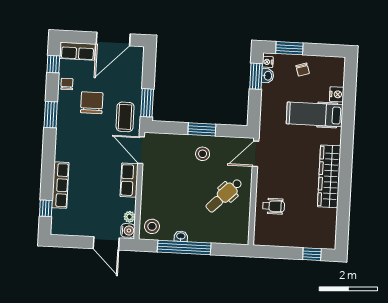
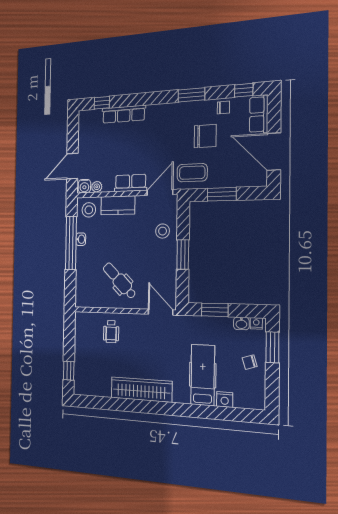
window: (256, 76) -> (215, 310), moved
window: (147, 103) -> (222, 194), moved
stool: (203, 154) -> (163, 231), moved
kitchen counter: (150, 194) -> (118, 205), added

